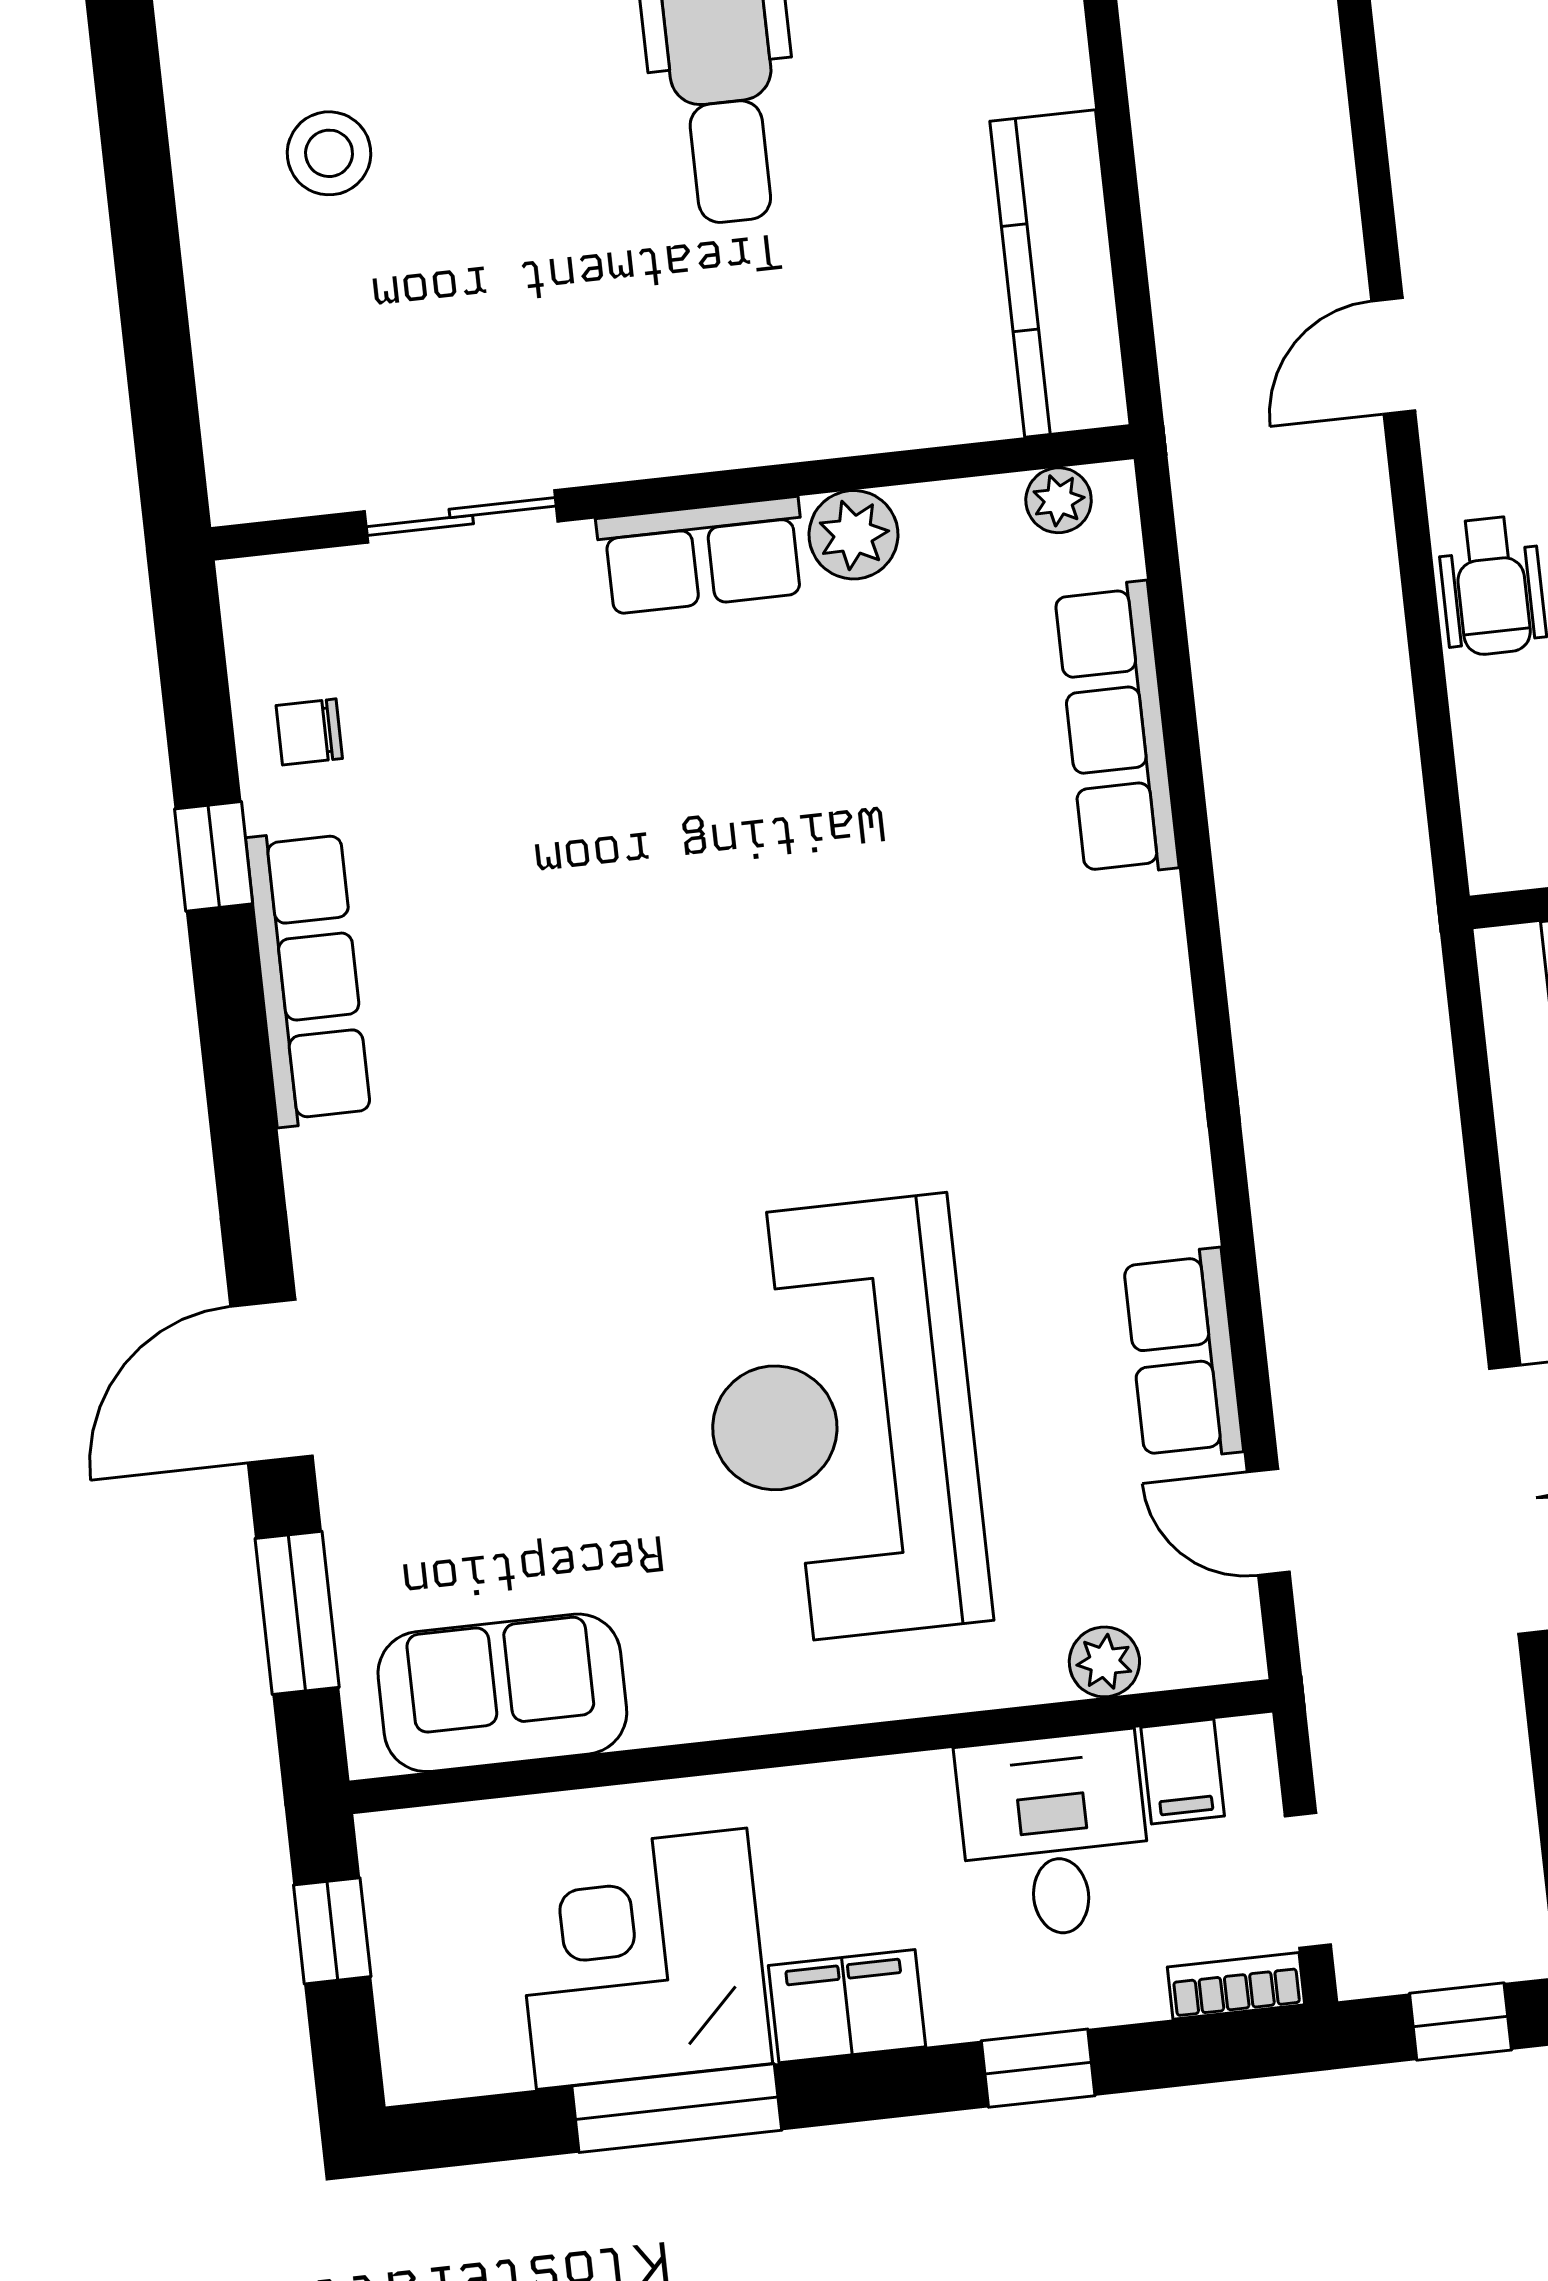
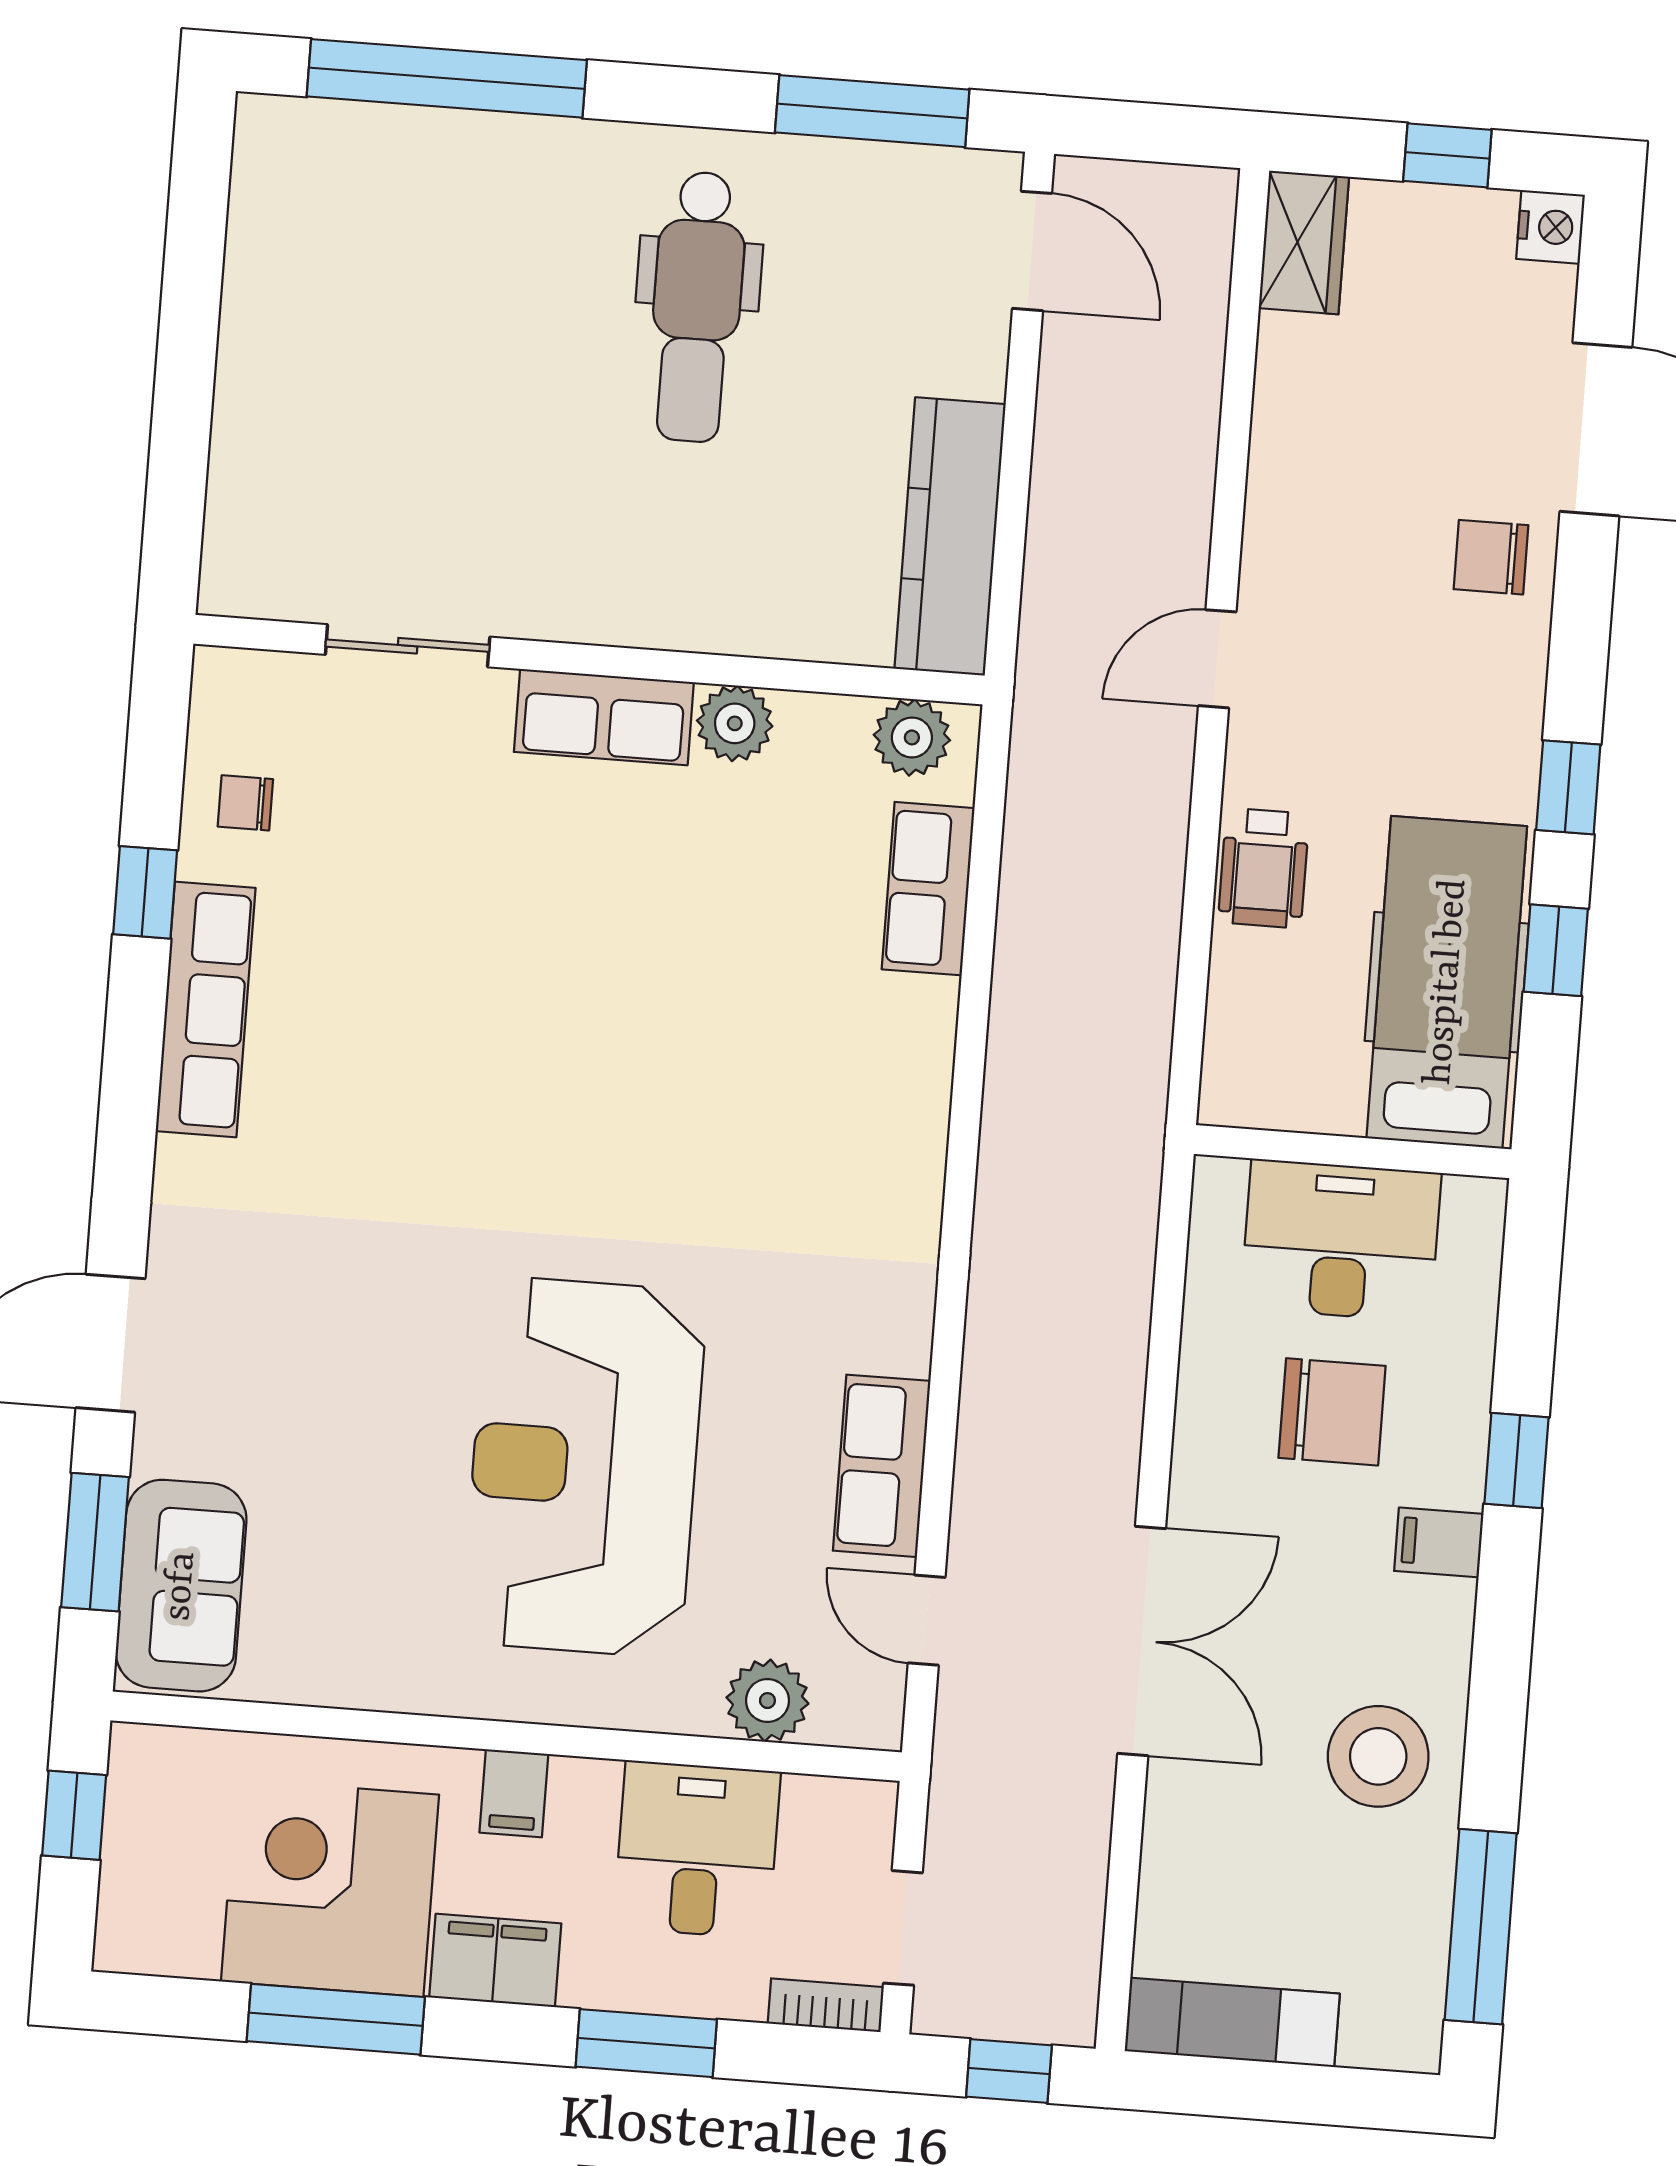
stool: (329, 153) -> (354, 319), removed
plant: (1059, 500) -> (912, 737), width x1.38, depth x1.38
row of seats: (1117, 729) -> (928, 889), width x0.68
plant: (1104, 1662) -> (767, 1701), width x1.38, depth x1.38
sofa: (502, 1693) -> (181, 1586), moved, turned 90
filing cabinet: (1183, 1772) -> (514, 1793), moved
window: (1038, 2068) -> (646, 2043), width x1.50

